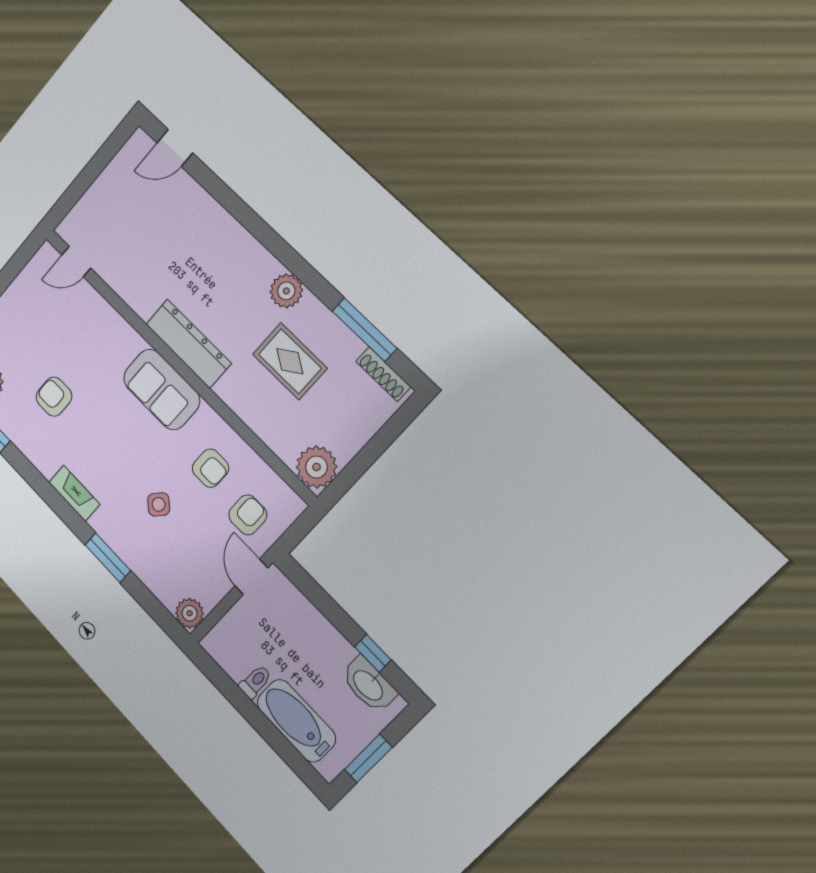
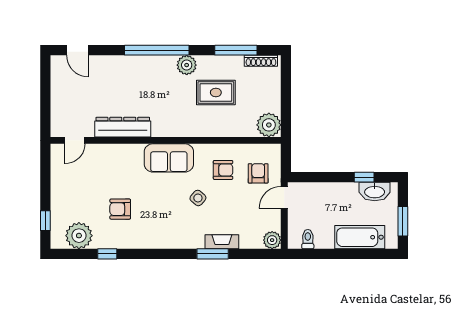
door: (175, 148) -> (77, 50), hinge flipped
window: (267, 237) -> (157, 50), added
dresser: (188, 344) -> (123, 127), moved
fireplace: (74, 493) -> (222, 242), moved
side table: (159, 504) -> (198, 198), moved
door: (251, 577) -> (284, 197), hinge flipped
toilet: (255, 682) -> (308, 239), moved

